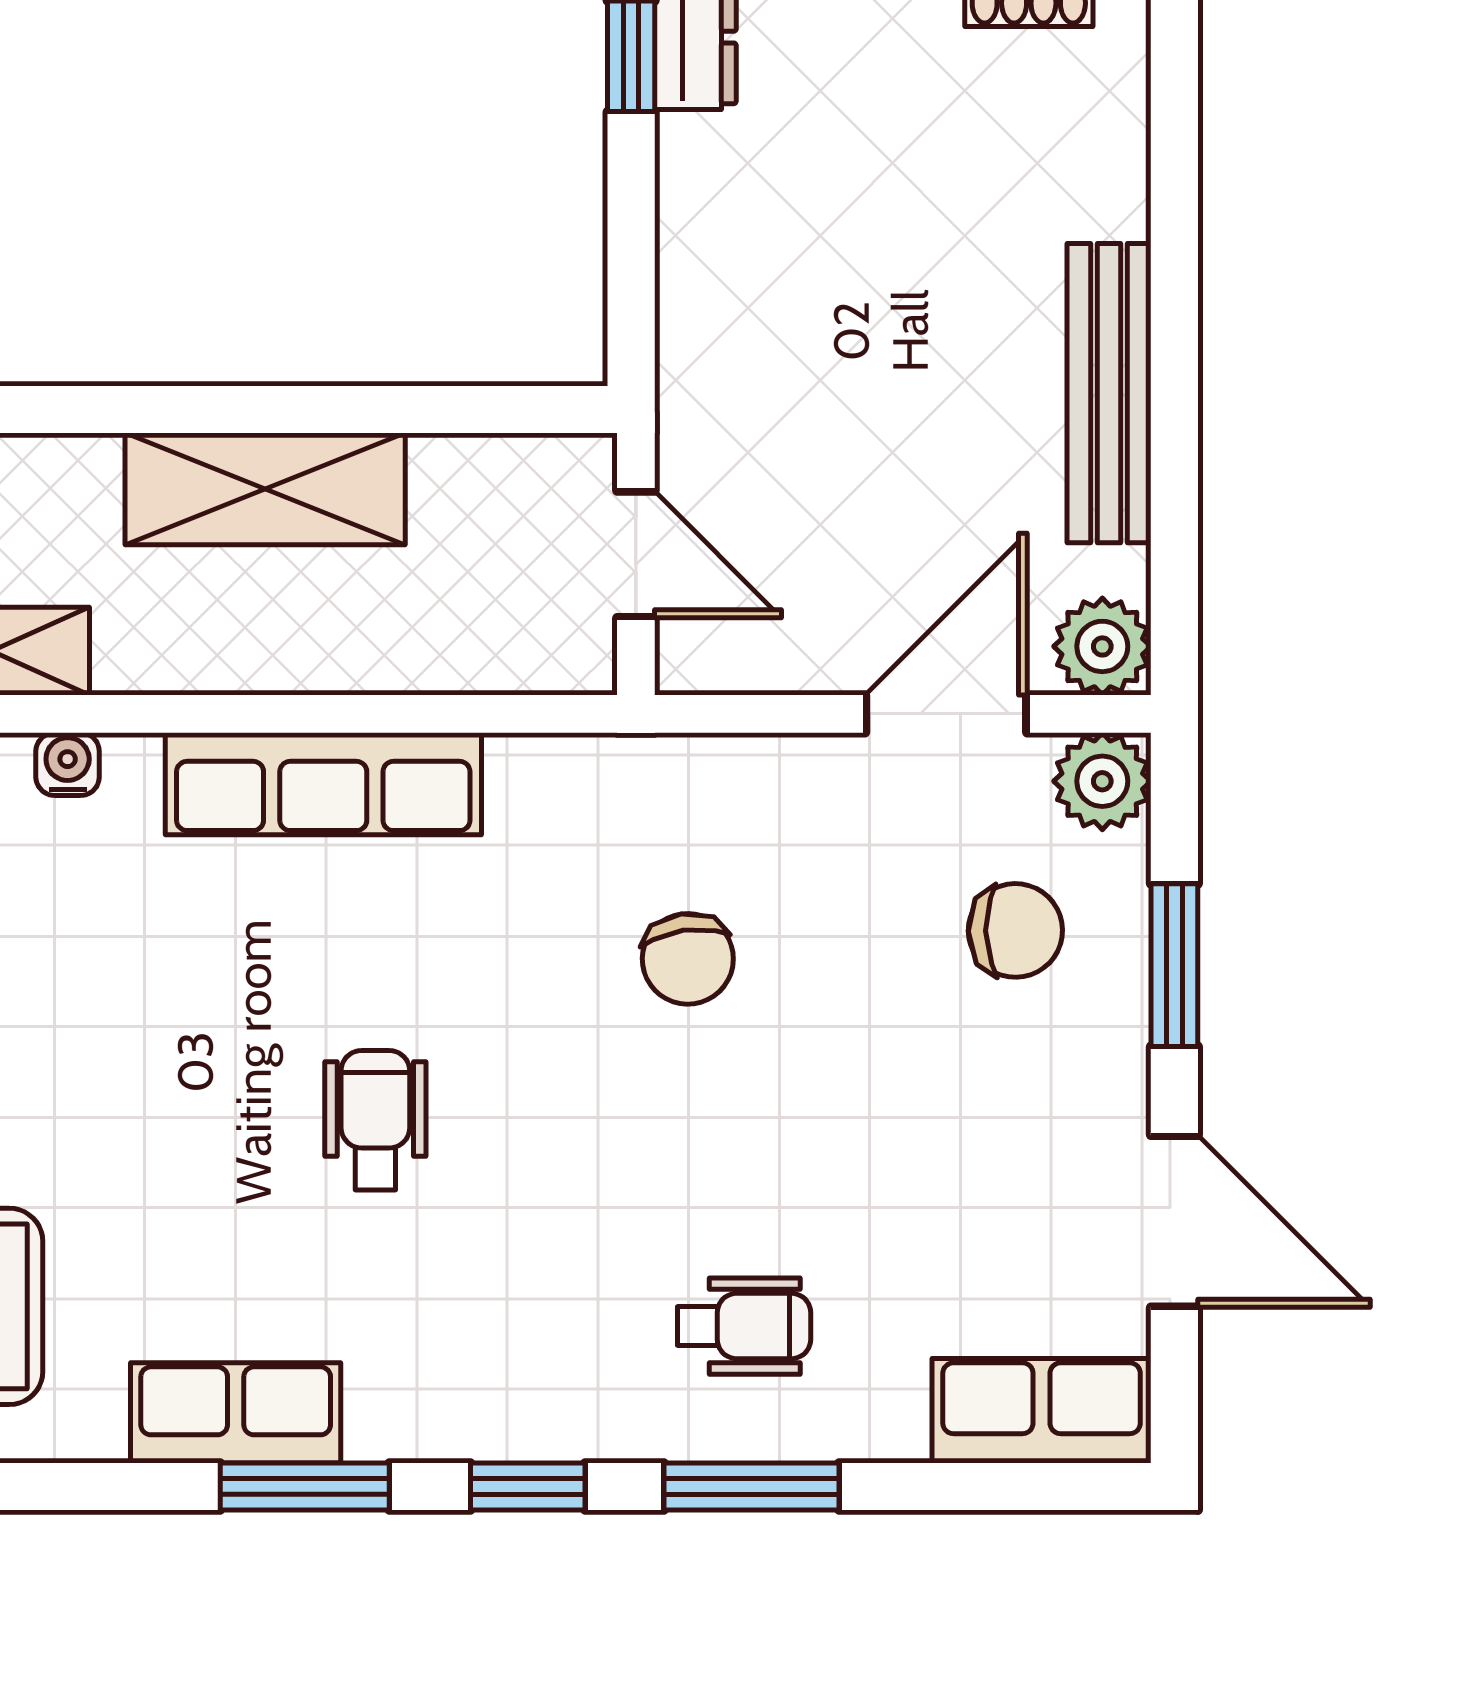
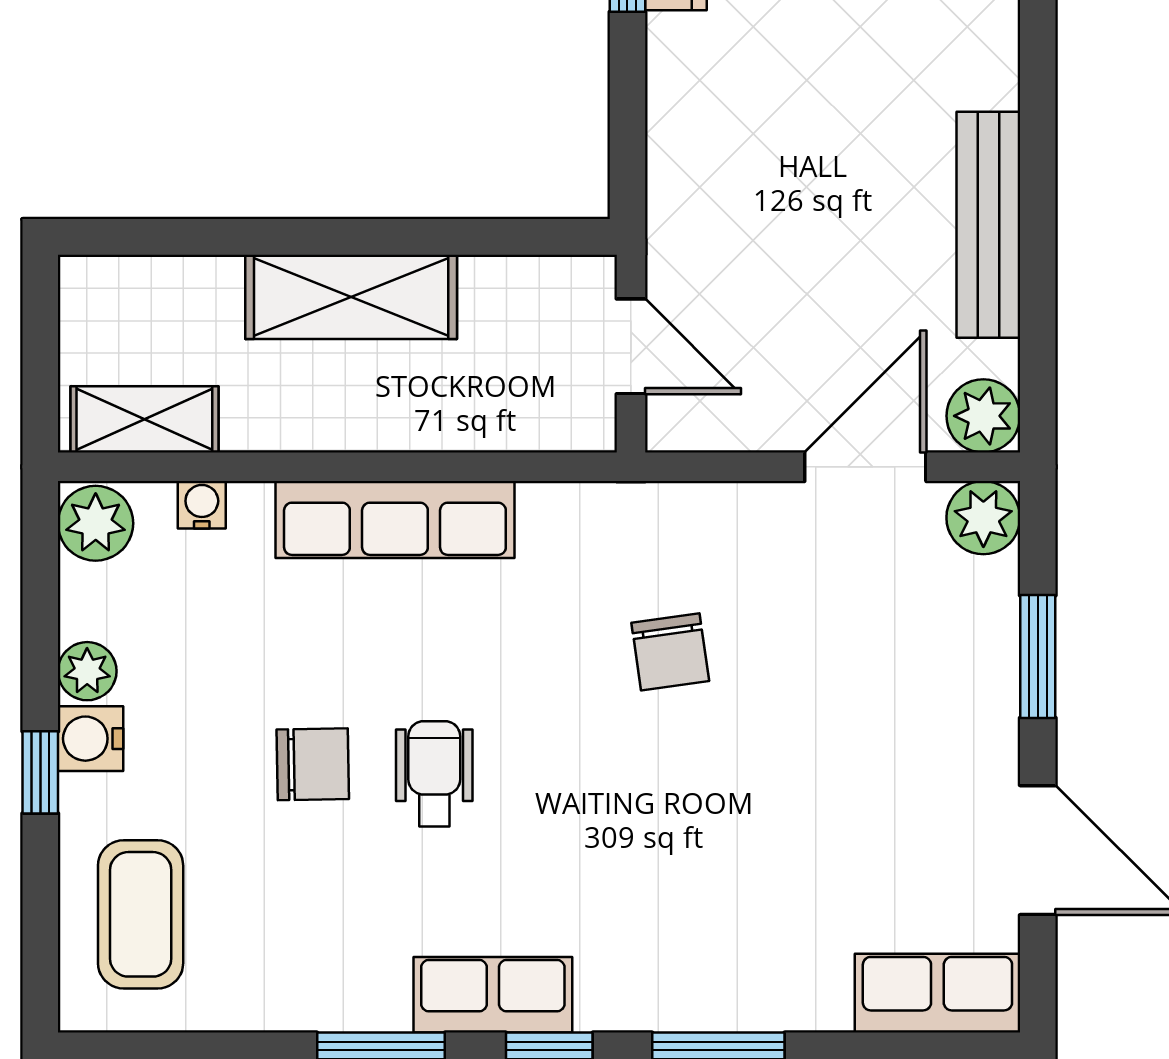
chair: (1015, 930) -> (313, 764), moved
wheelchair: (744, 1326) -> (713, 929), removed
row of seats: (236, 1413) -> (493, 995), moved

